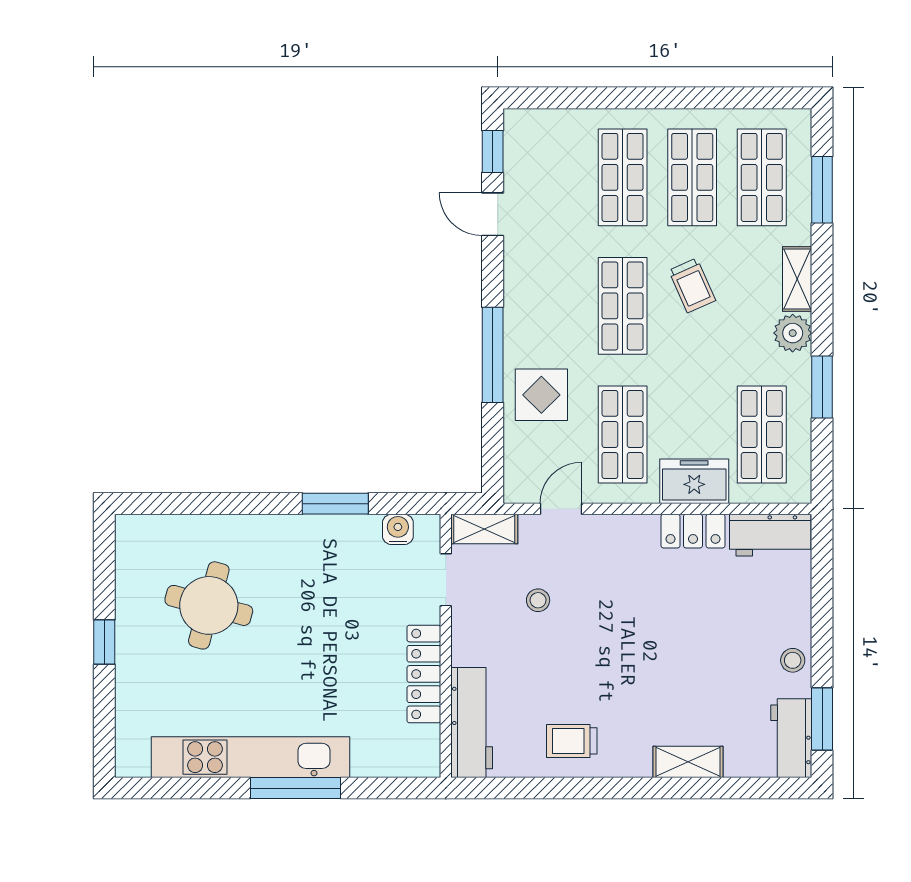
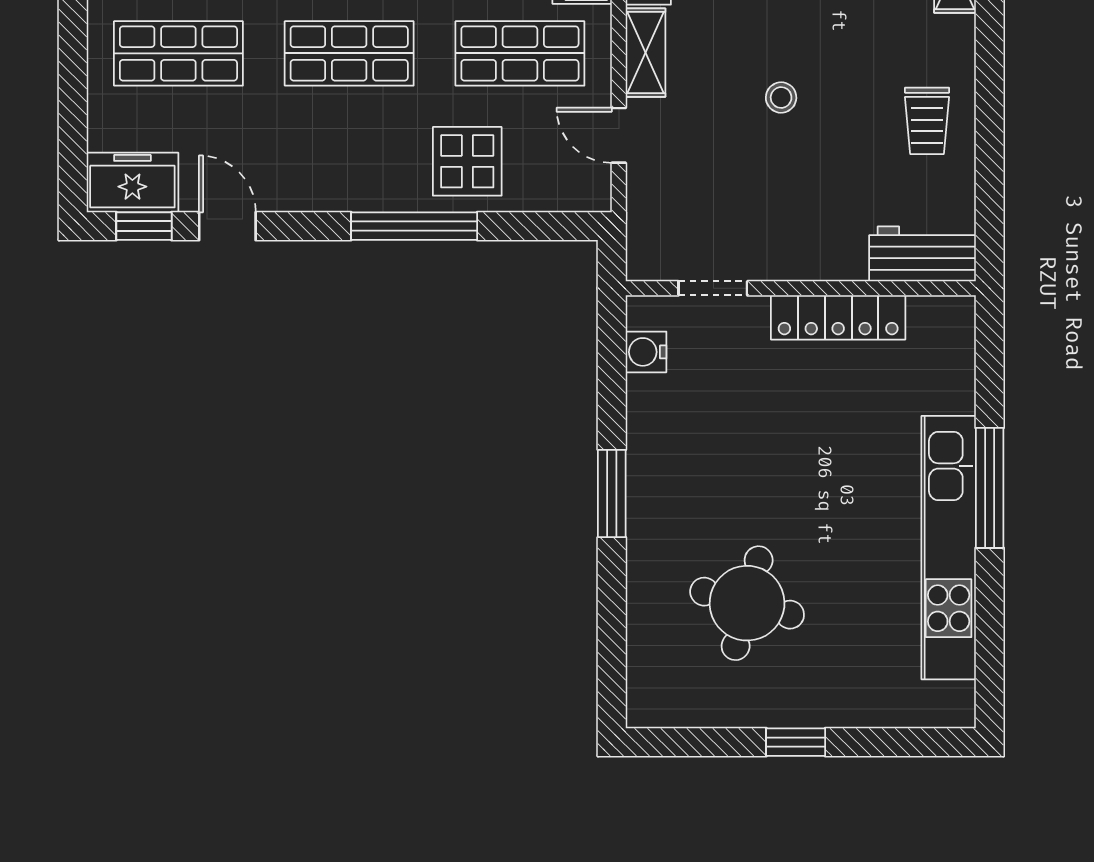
freezer: (525, 143) -> (132, 182), added
door: (493, 214) -> (227, 226), swing flipped
window: (335, 504) -> (612, 494), moved
shelving: (484, 529) -> (646, 53), moved
stool: (538, 600) -> (781, 97), moved
workbench: (472, 722) -> (922, 254), width x0.73

